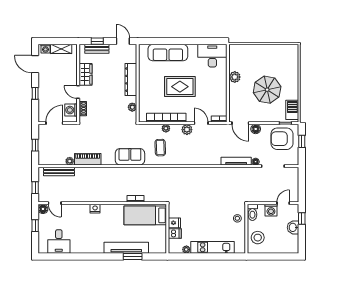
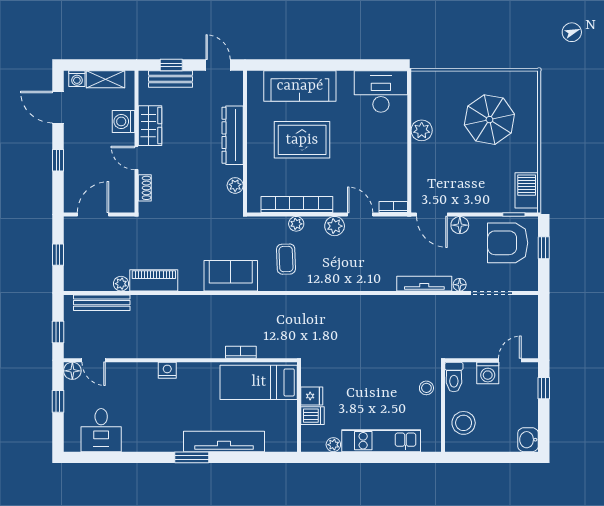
rug: (180, 87) -> (302, 140), moved
parasol: (267, 90) -> (489, 120), moved
washing machine: (71, 110) -> (123, 121), moved
washbasin: (293, 227) -> (528, 440), moved
window: (133, 256) -> (192, 457), moved

